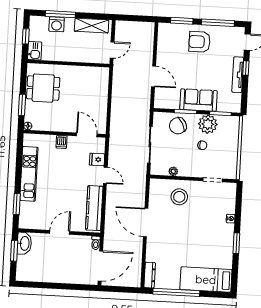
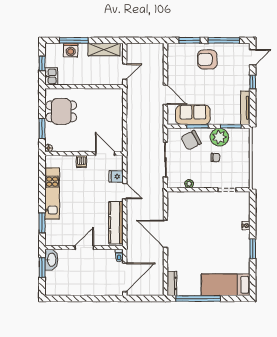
tv unit: (238, 75) -> (245, 108), moved
sofa: (198, 100) -> (193, 115), moved
stool: (179, 197) -> (196, 208), removed

